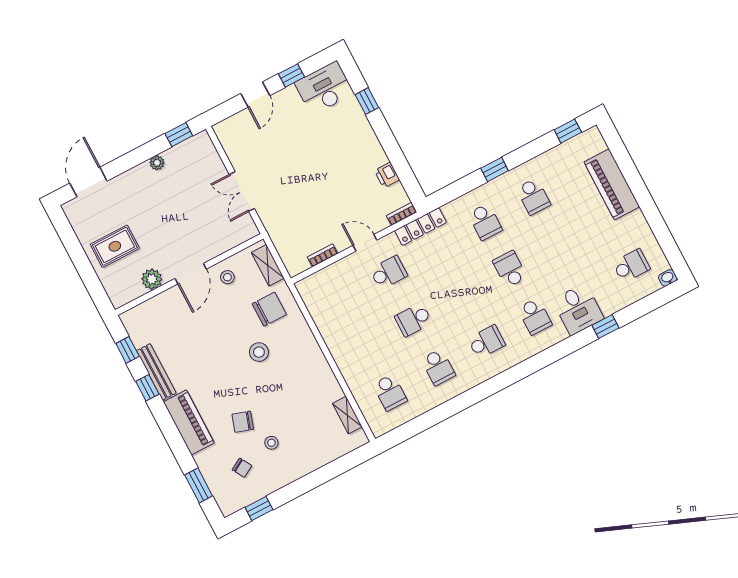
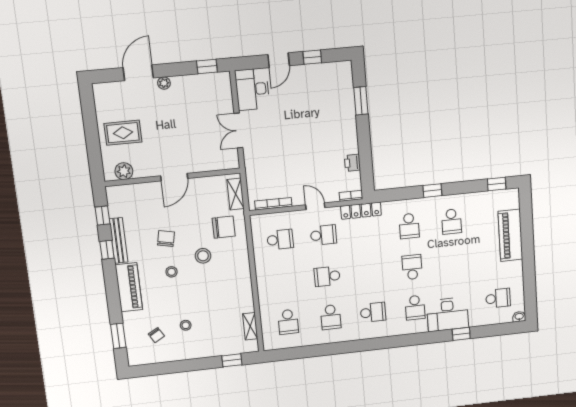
desk: (324, 88) -> (252, 89), moved, turned -90
window: (367, 101) -> (361, 101), width x1.50
plant: (157, 163) -> (164, 83), moved
door: (88, 182) -> (138, 73), moved
bookcase: (323, 255) -> (273, 204), width x1.56
stool: (227, 277) -> (172, 272), moved
plant: (152, 279) -> (124, 171), moved
school desk: (340, 298) -> (280, 240), added
desk: (578, 309) -> (448, 314), width x1.37
chair: (243, 422) -> (166, 239), moved, turned 84
window: (259, 509) -> (232, 360), moved

